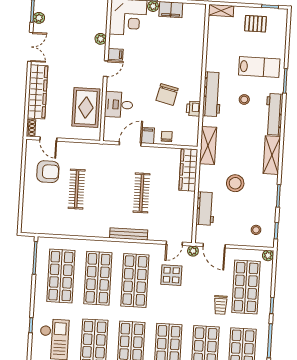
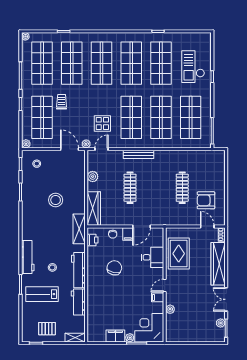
printer: (193, 109) -> (93, 240), moved
shelving: (272, 155) -> (28, 224), removed
workbench: (205, 209) -> (78, 302), moved
plant: (187, 210) -> (93, 177), added

